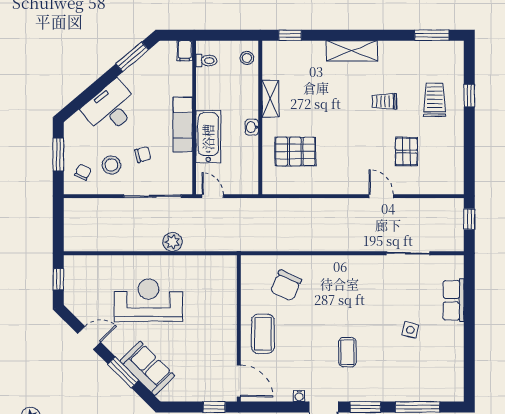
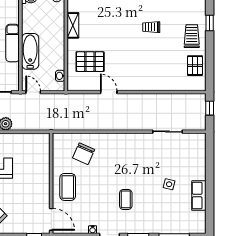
trolley: (435, 100) -> (192, 36), moved
washbasin: (252, 127) -> (60, 76), moved
pallet: (406, 151) -> (195, 66), moved
door: (381, 196) -> (109, 92), moved
row of seats: (454, 300) -> (199, 196), moved

